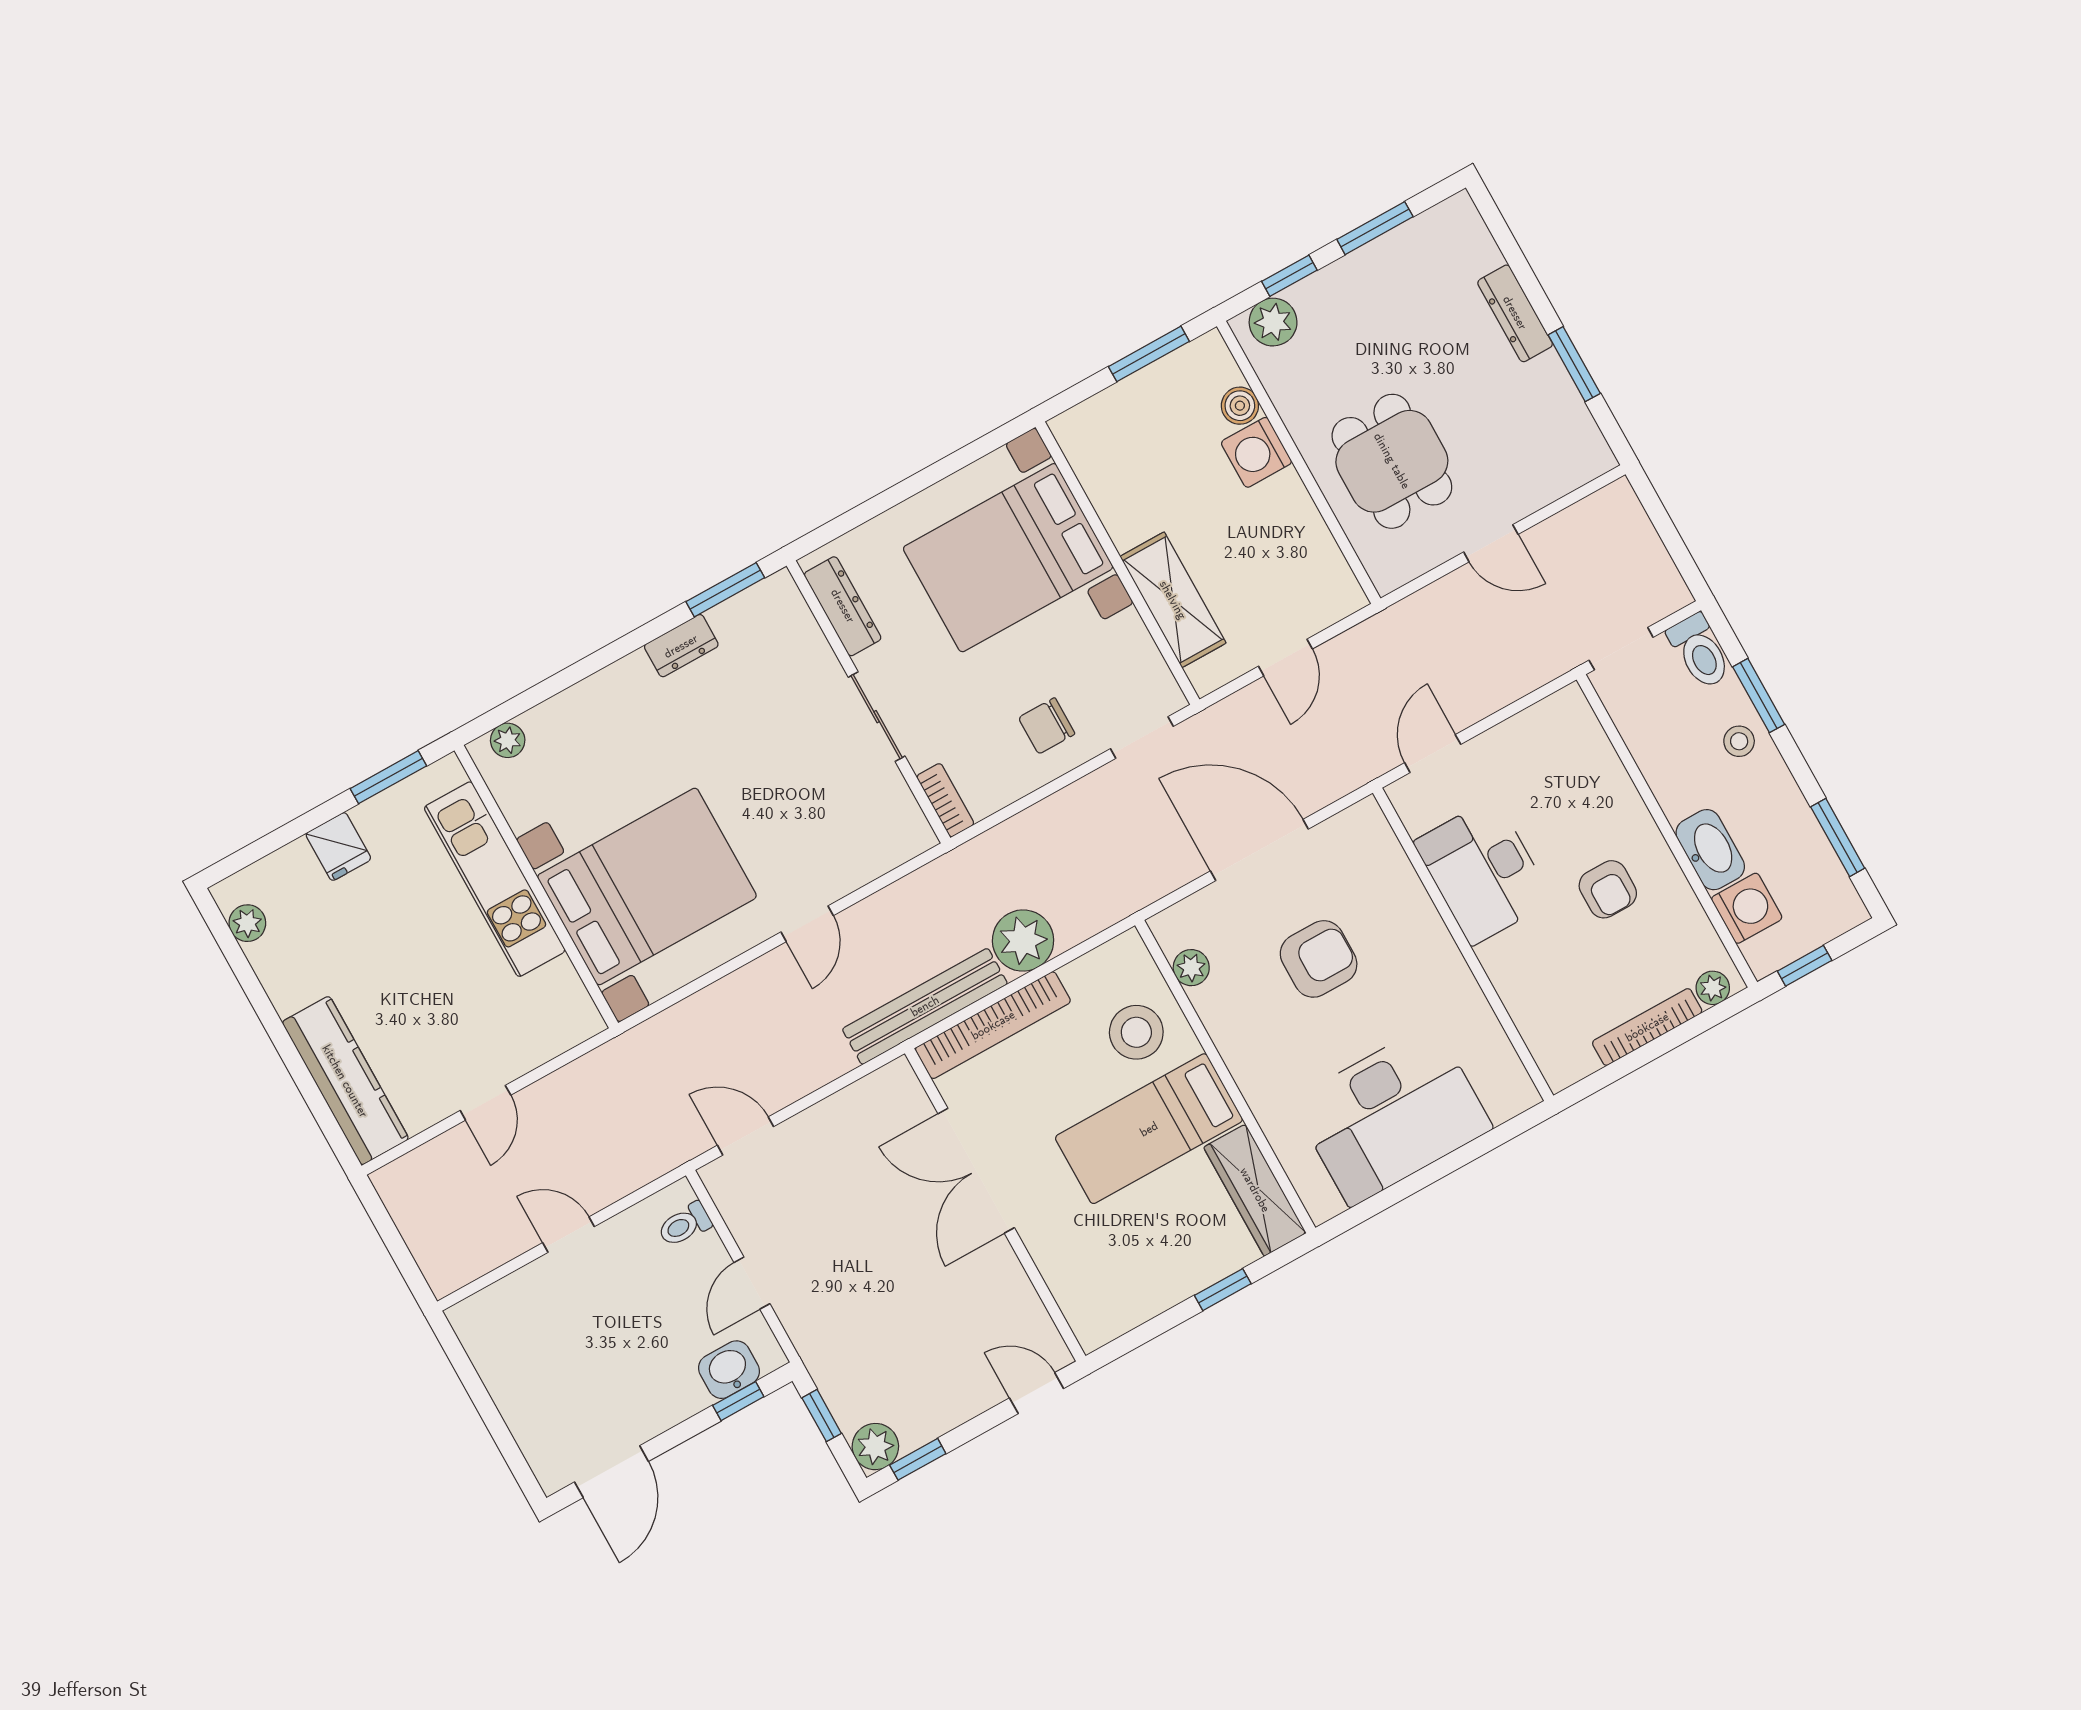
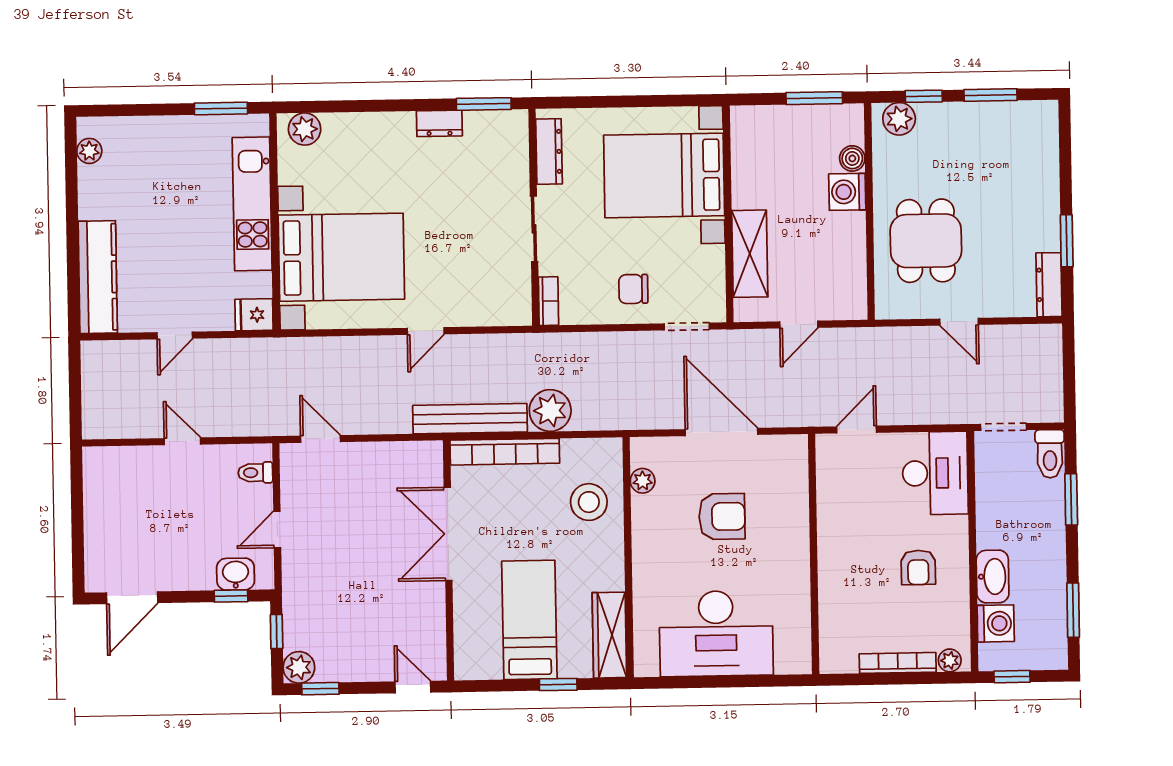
dresser: (1515, 313) -> (1049, 285), moved
plant: (508, 740) -> (305, 129), width x1.38, depth x1.38
stool: (1739, 741) -> (1045, 521), removed
fridge: (338, 846) -> (254, 315), moved, turned 90
desk: (1483, 871) -> (935, 473), moved, turned 180
bed: (1149, 1129) -> (529, 620), moved, turned 90

